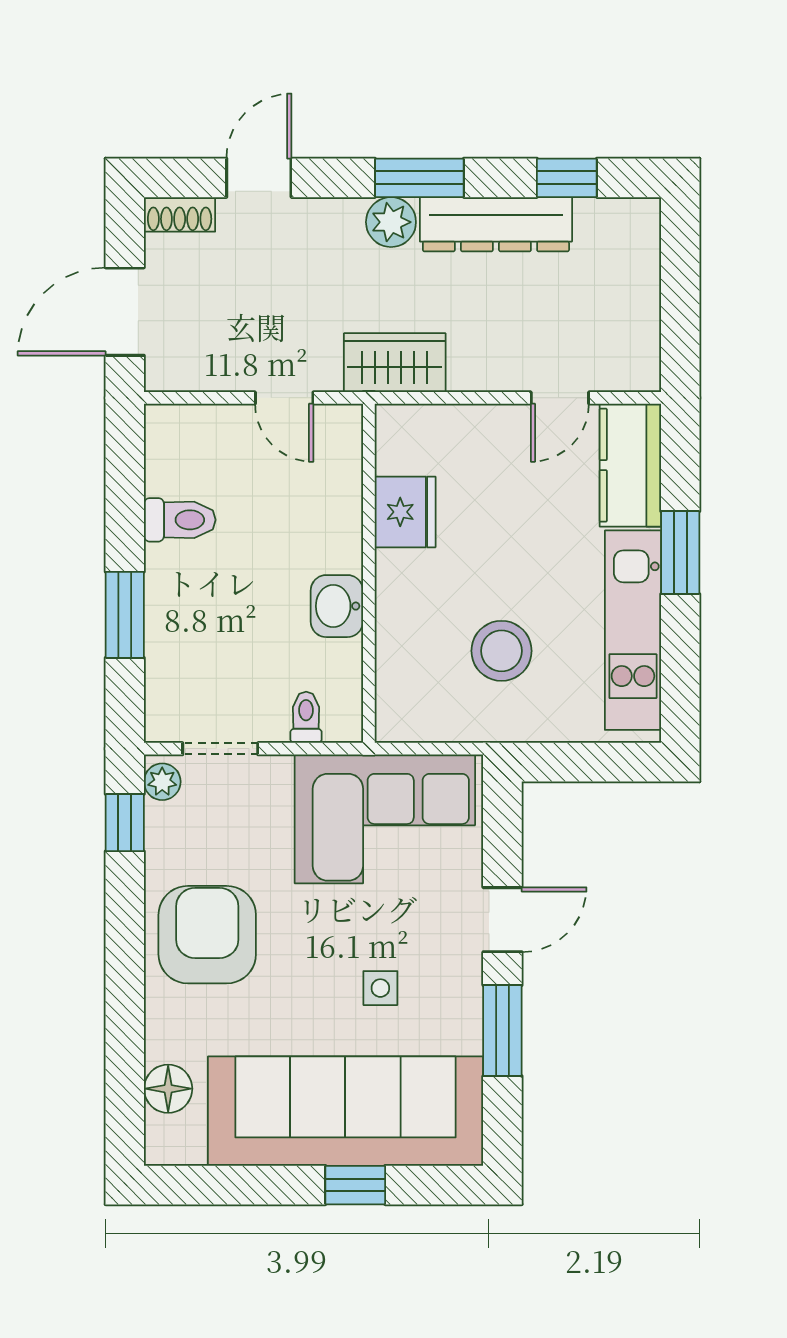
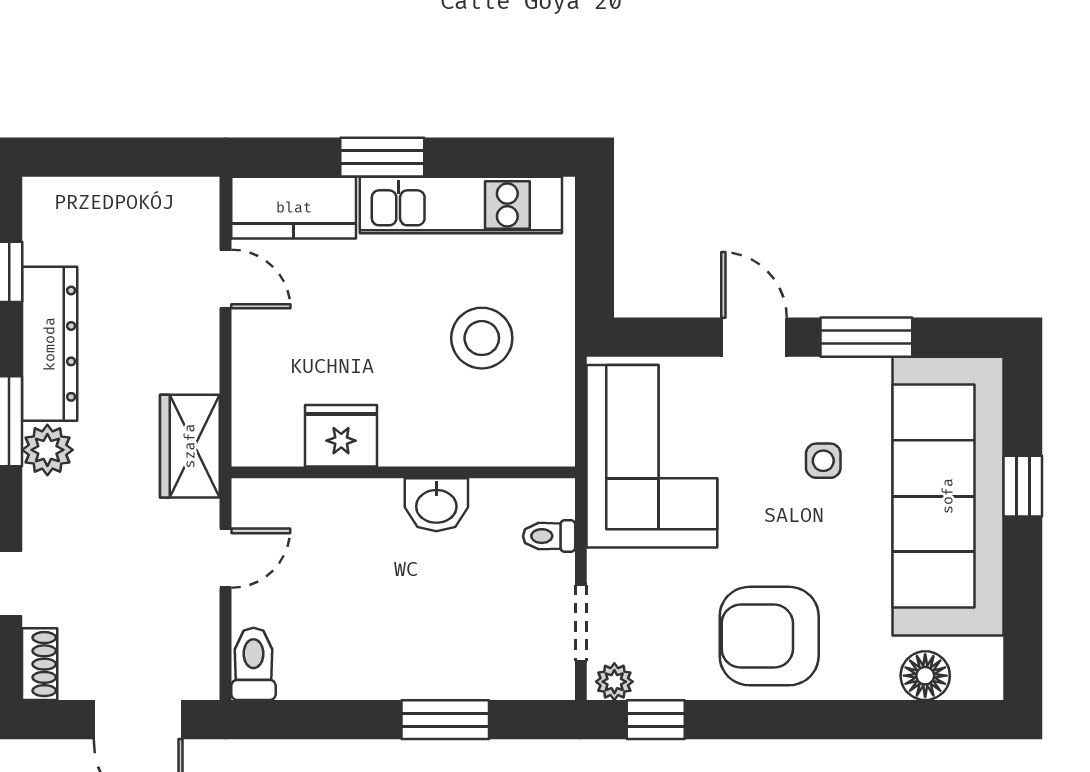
toilet: (180, 520) -> (253, 664), moved

